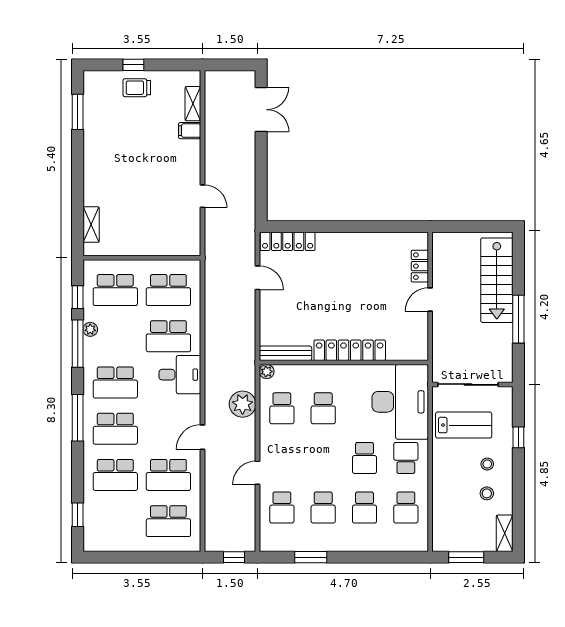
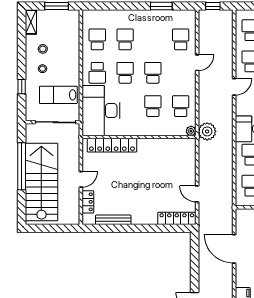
door: (202, 196) -> (234, 249), width x1.87
stairs: (497, 280) -> (41, 182), width x1.36, depth x1.51
window: (518, 319) -> (22, 166), width x1.46
locker: (350, 350) -> (112, 145), moved
bench: (285, 353) -> (113, 220), moved
plant: (243, 404) -> (207, 131), moved
school desk: (323, 507) -> (153, 73), moved

